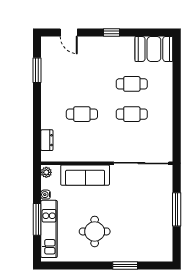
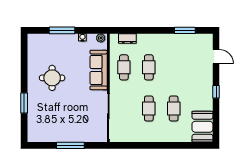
door: (69, 32) -> (216, 57), swing flipped
cafe table: (82, 144) -> (124, 67), added
kitchen unit: (49, 229) -> (54, 40), removed

